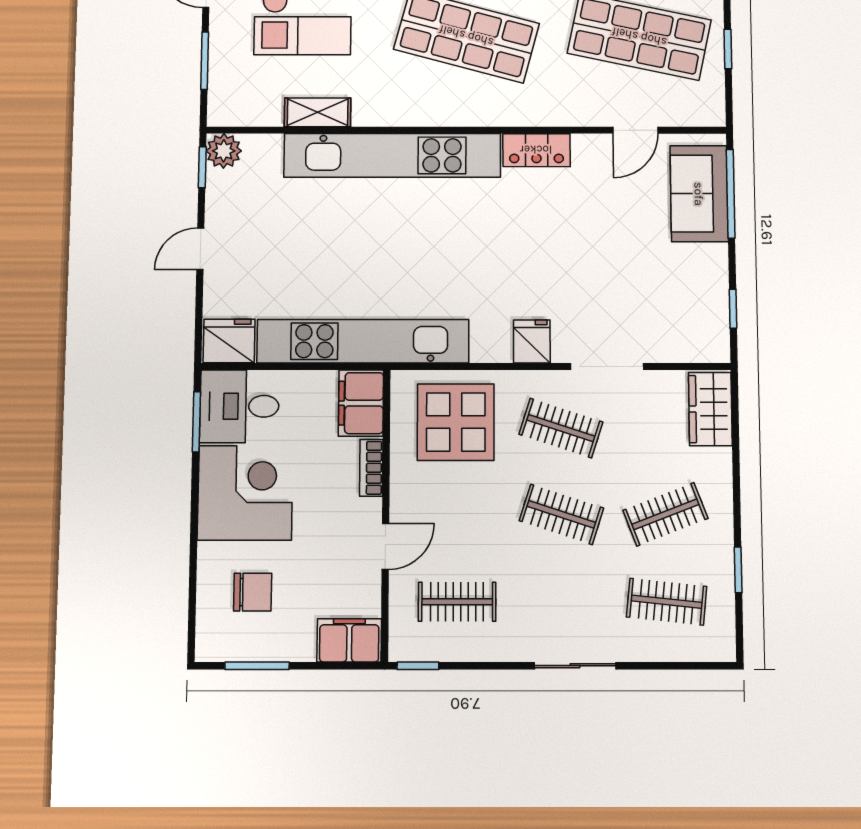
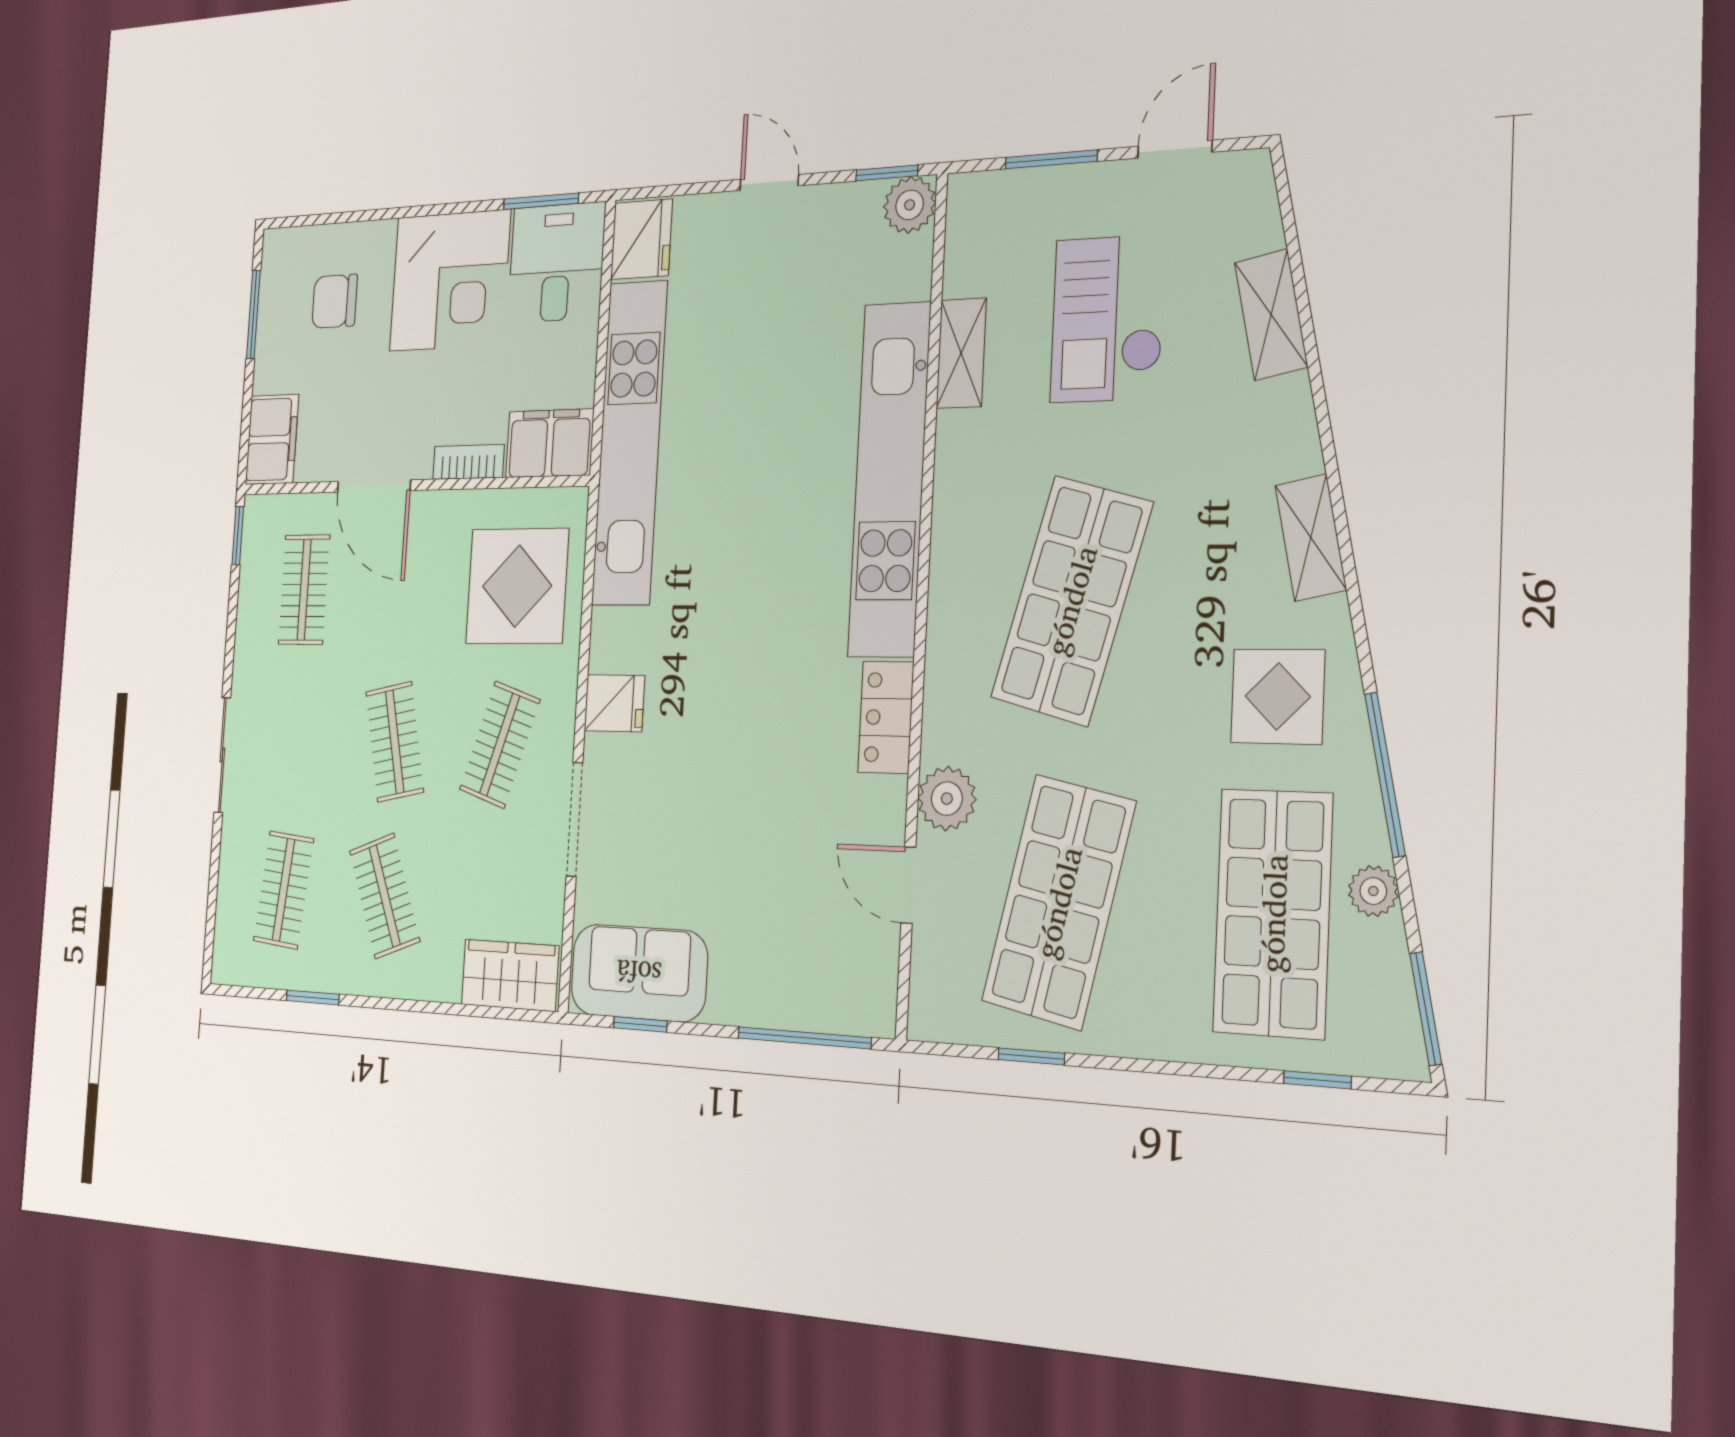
plant: (583, 108) -> (947, 799), added
sofa: (699, 194) -> (639, 973), moved
clothes rail: (561, 514) -> (395, 742), turned -30
door: (385, 546) -> (374, 486), width x1.38
chair: (253, 592) -> (335, 301), turned 90

